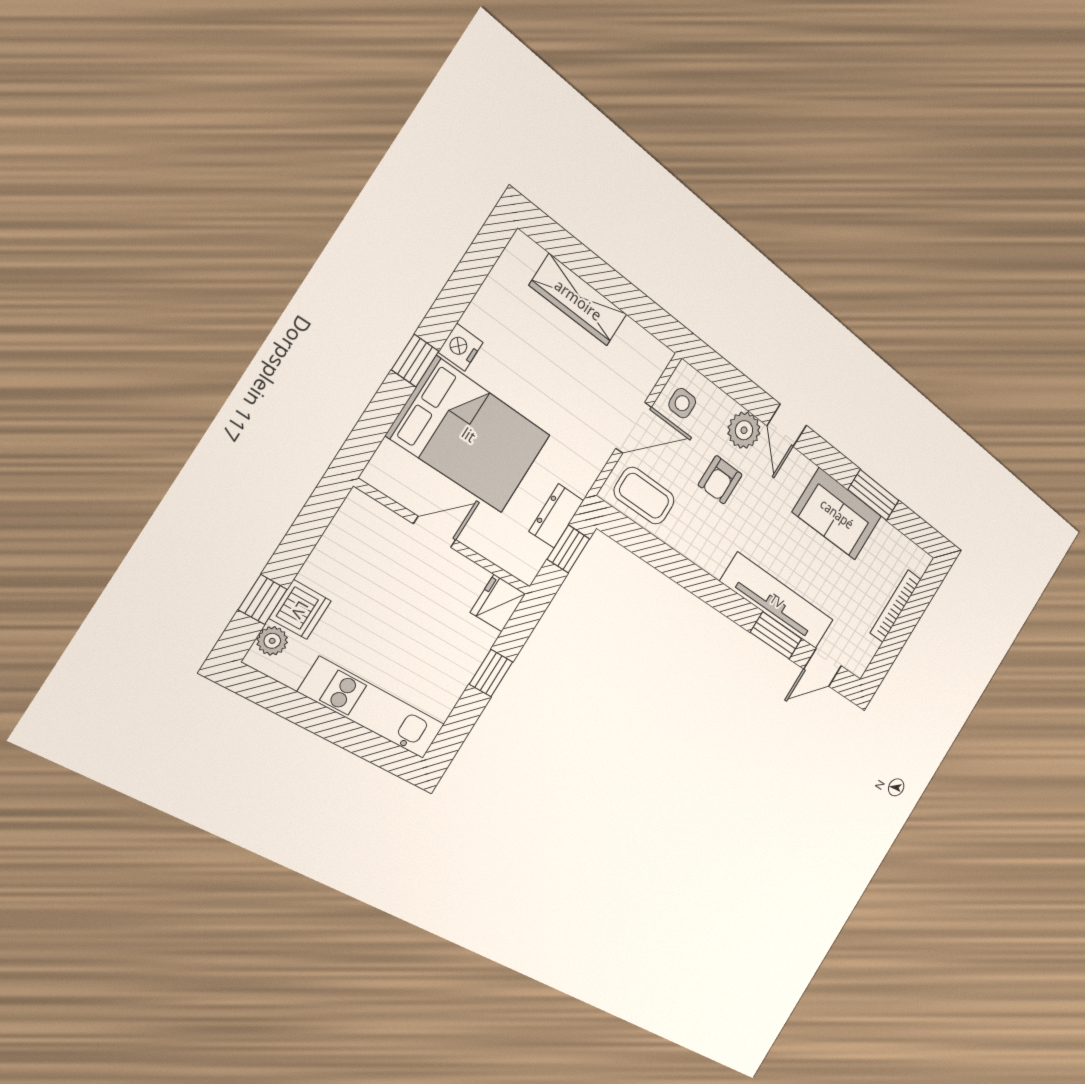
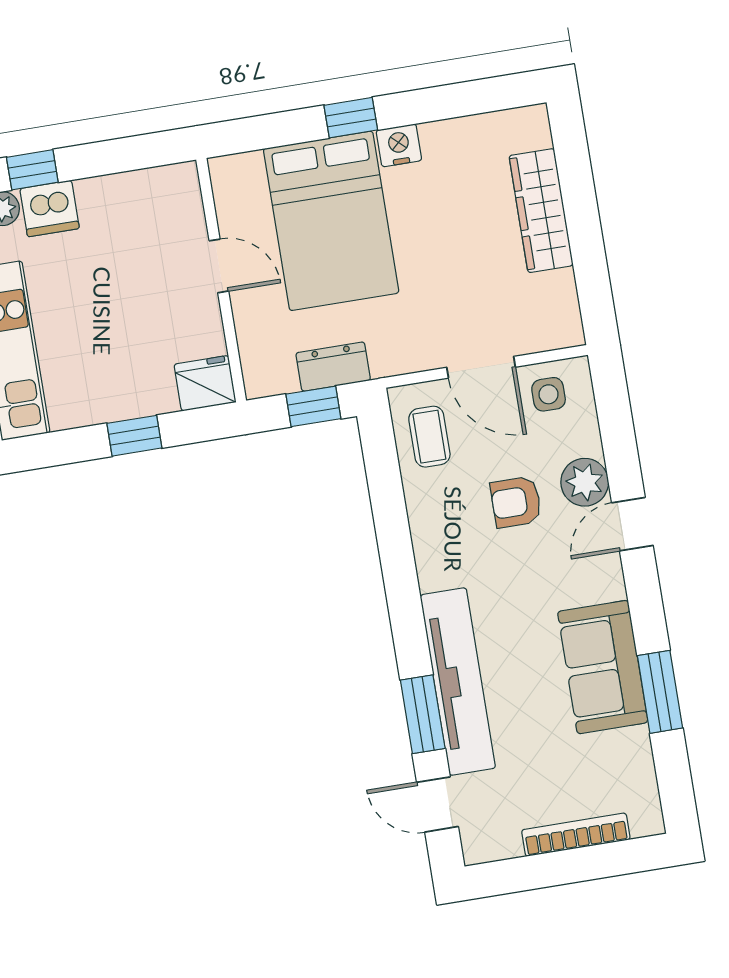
coffee table: (644, 496) -> (429, 437), width x0.73, depth x0.77

